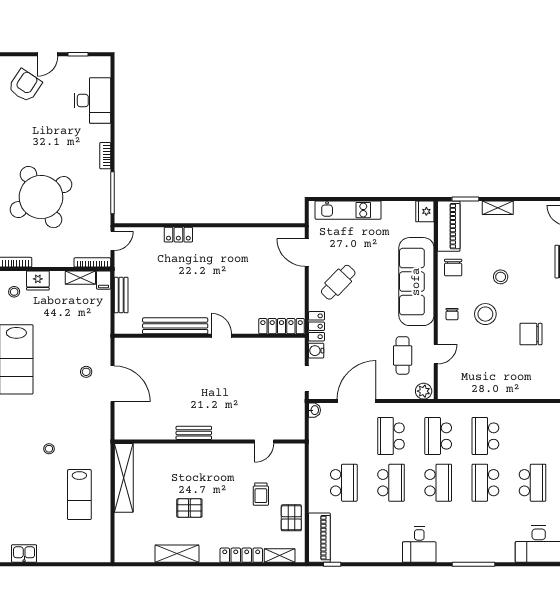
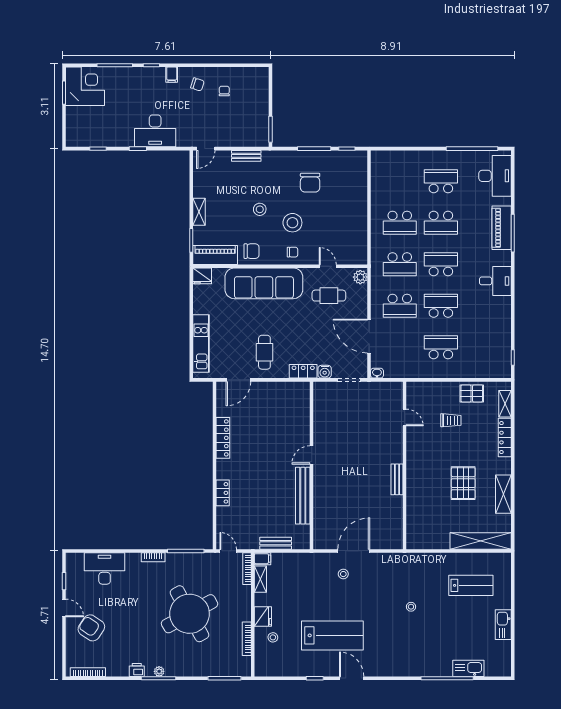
cafe table: (338, 282) -> (264, 352), turned 46
locker: (282, 326) -> (223, 438), moved, turned 180
shelving: (124, 478) -> (481, 541), moved
lab bench: (79, 495) -> (471, 585), moved
pallet: (189, 508) -> (463, 483), width x1.50, depth x1.42
piano: (319, 538) -> (502, 228), moved, turned -90
kitchen sink: (24, 554) -> (503, 625), width x1.38

